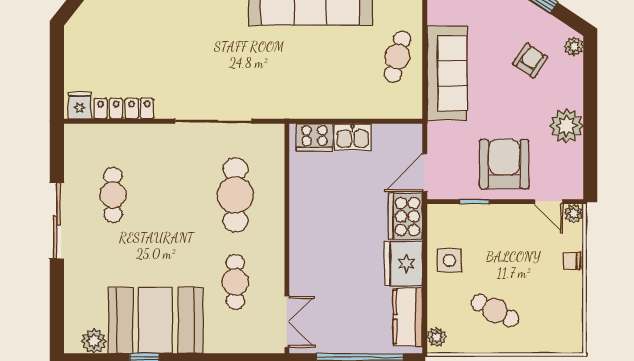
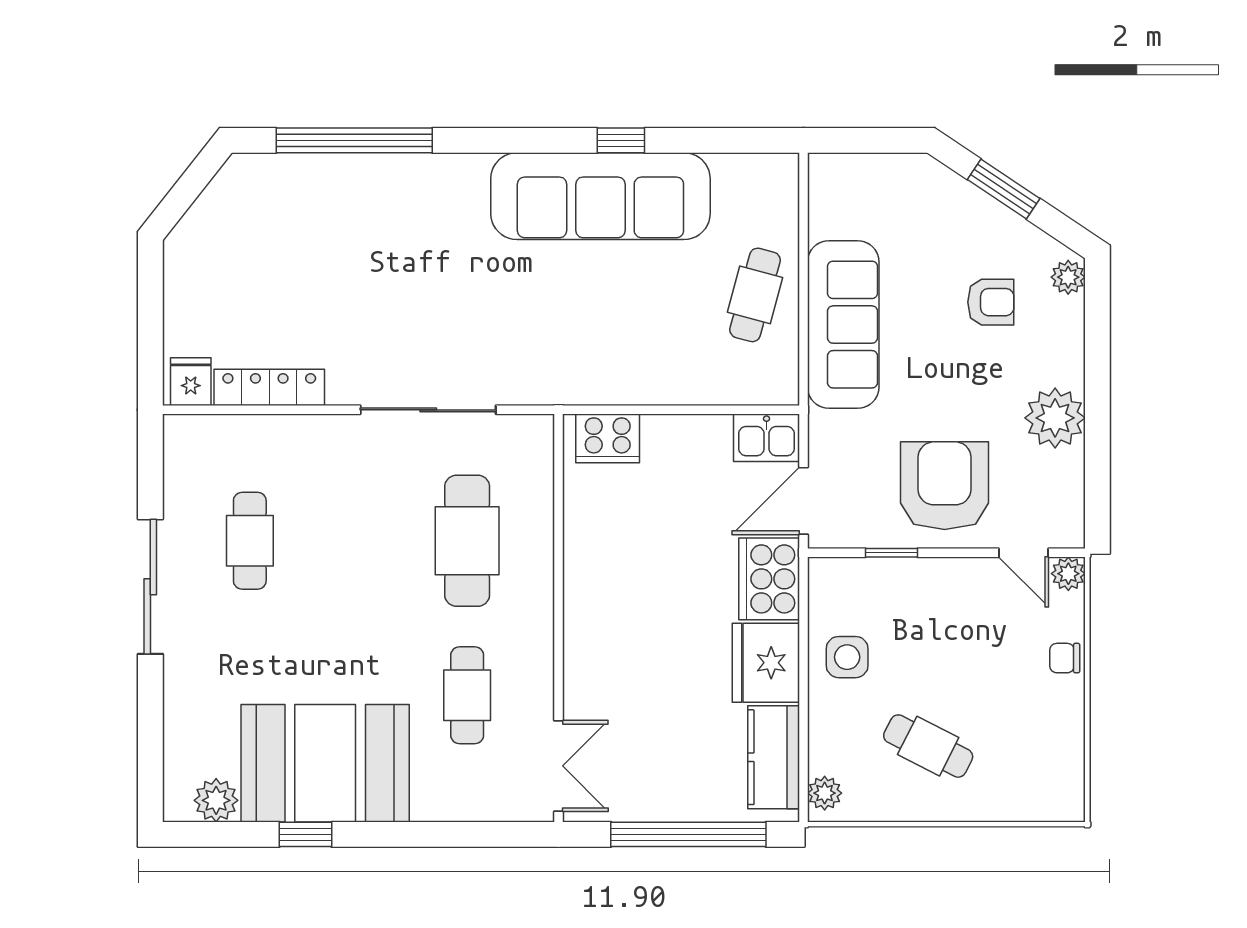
armchair: (530, 61) -> (991, 302), turned 56
kitchen sink: (353, 137) -> (767, 438), moved

